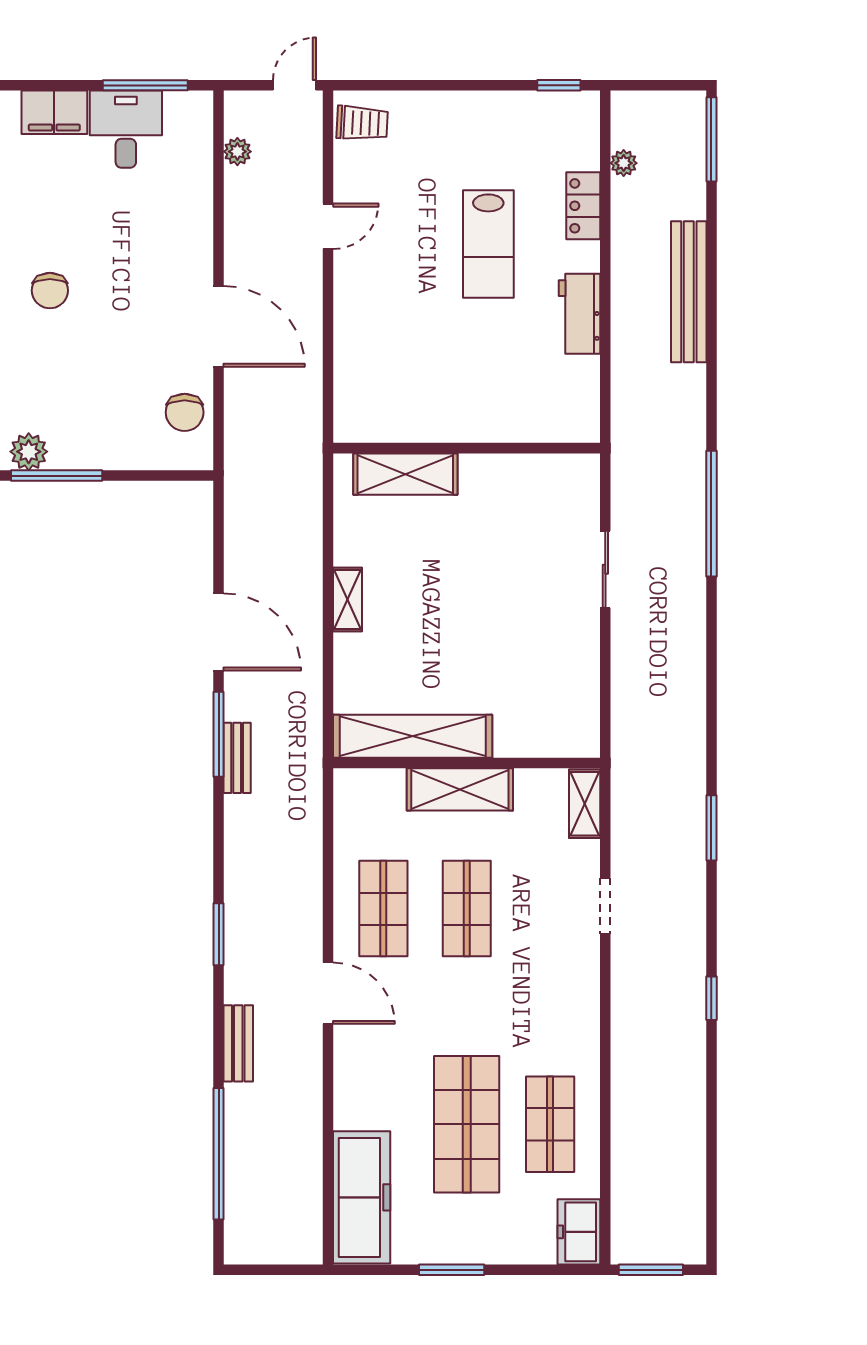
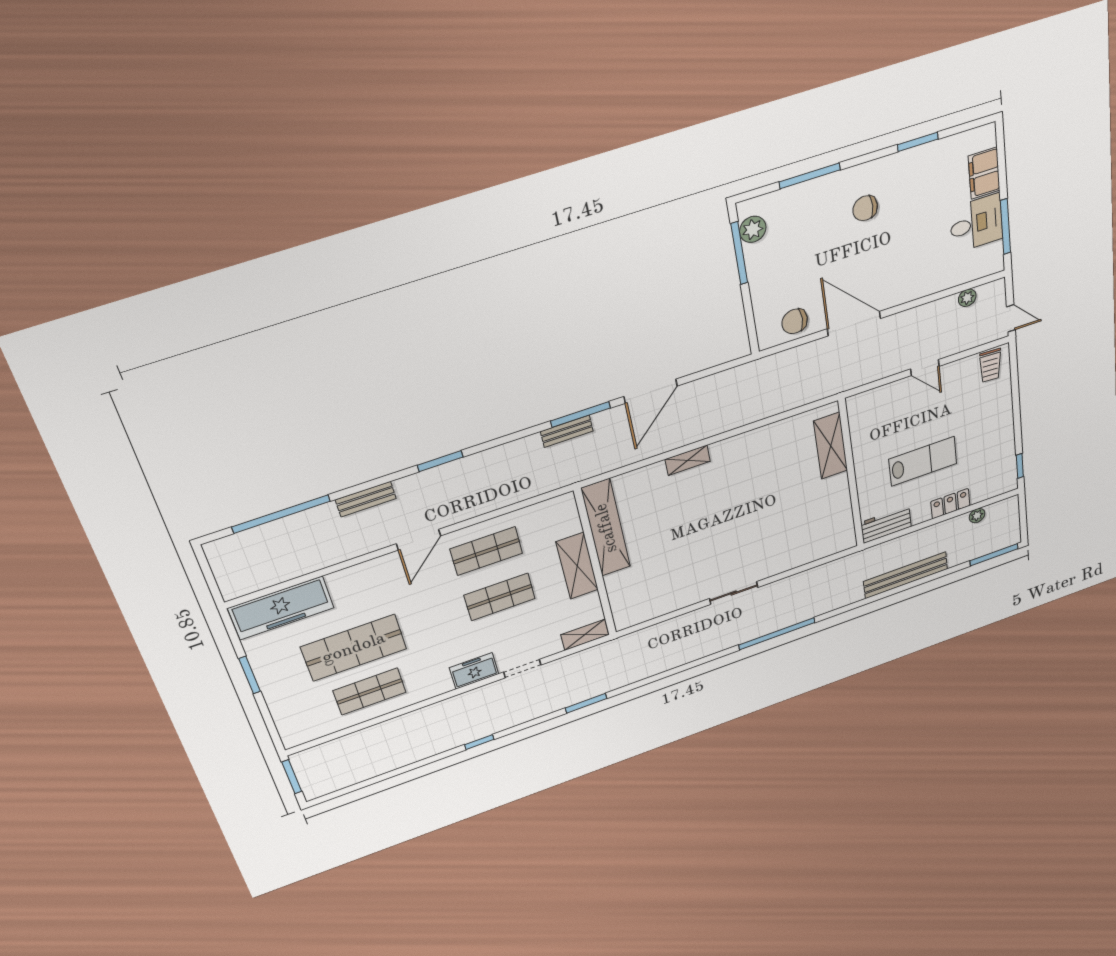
lab bench: (488, 244) -> (923, 461), turned 180
door: (219, 326) -> (854, 324), swing flipped
wall: (467, 448) -> (851, 474), moved
shelving: (405, 474) -> (831, 446), moved
freezer: (579, 1232) -> (474, 671), moved

